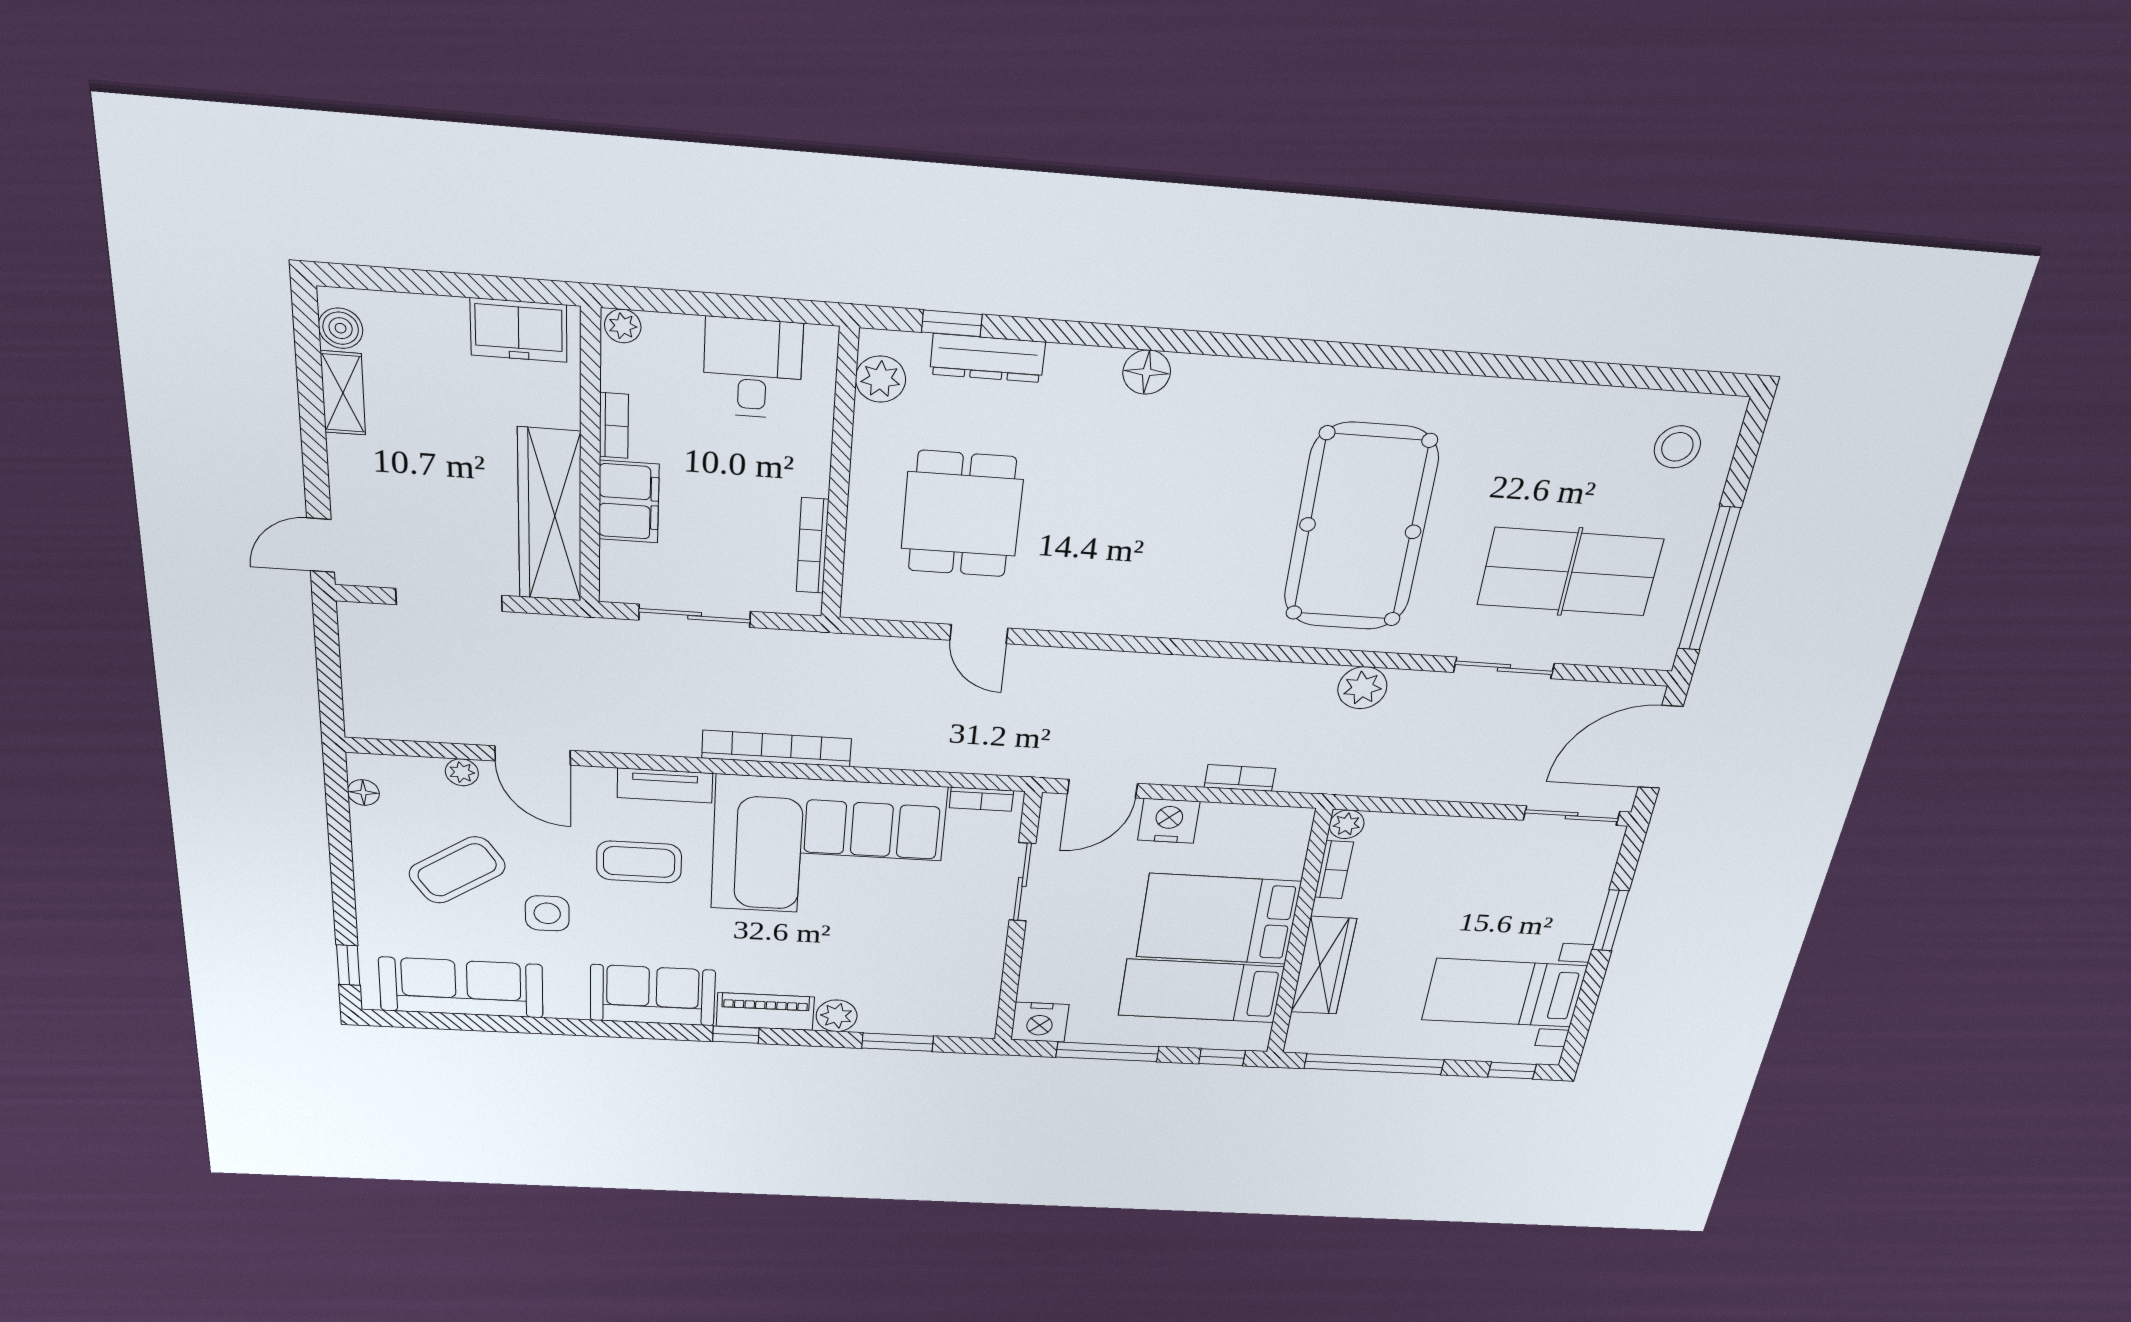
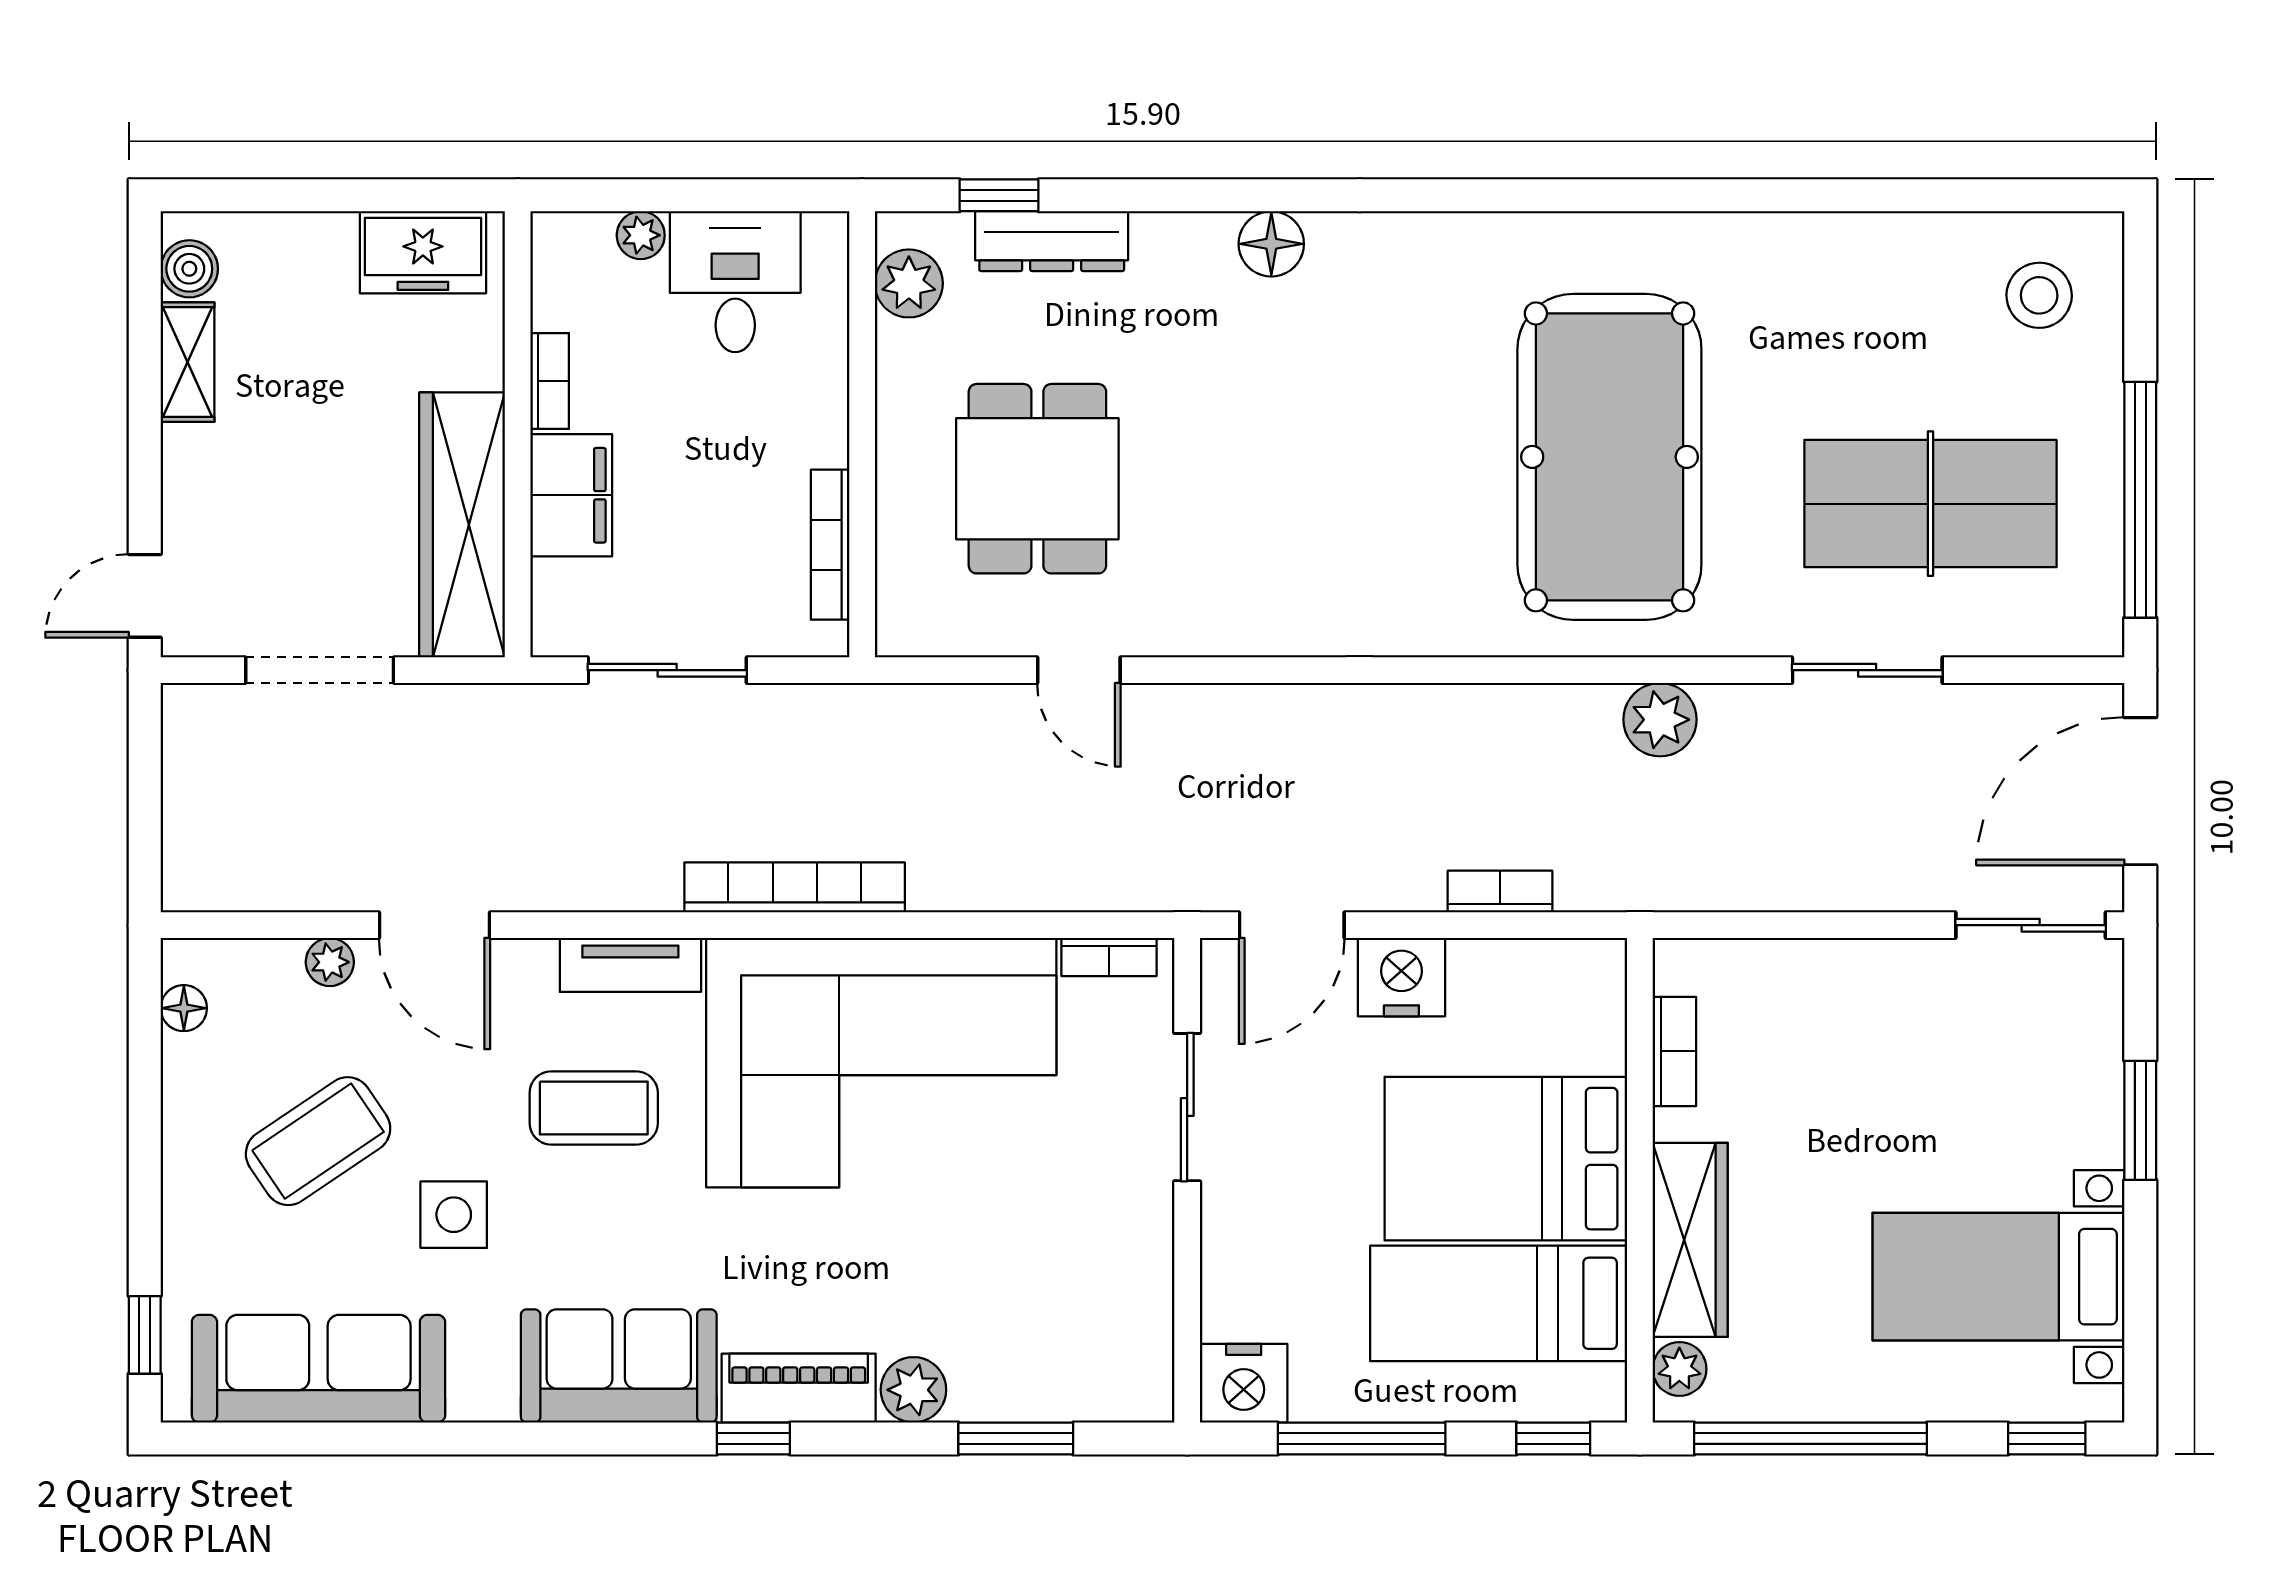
plant: (623, 326) -> (641, 235), moved
plant: (1347, 824) -> (1679, 1369), moved

